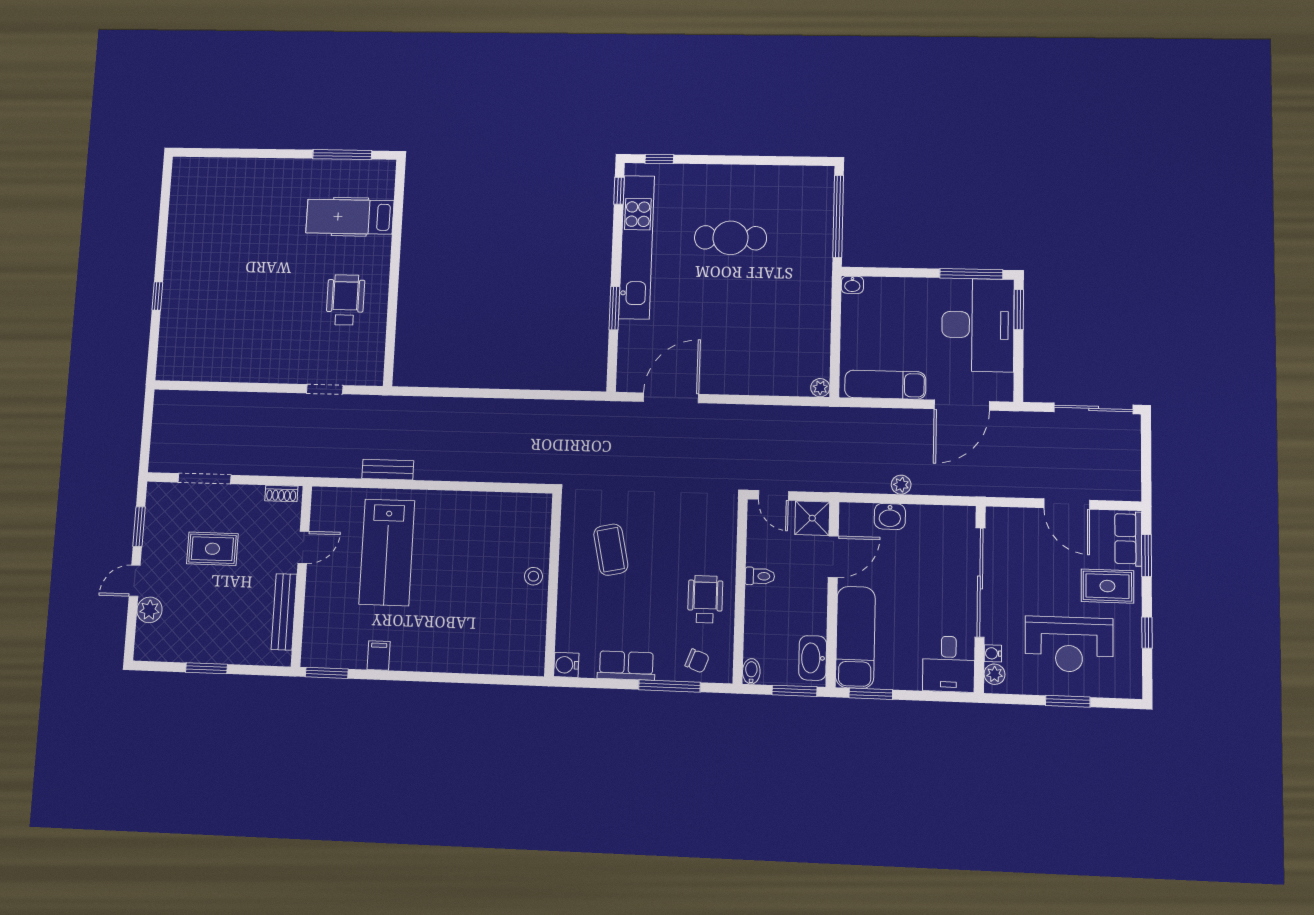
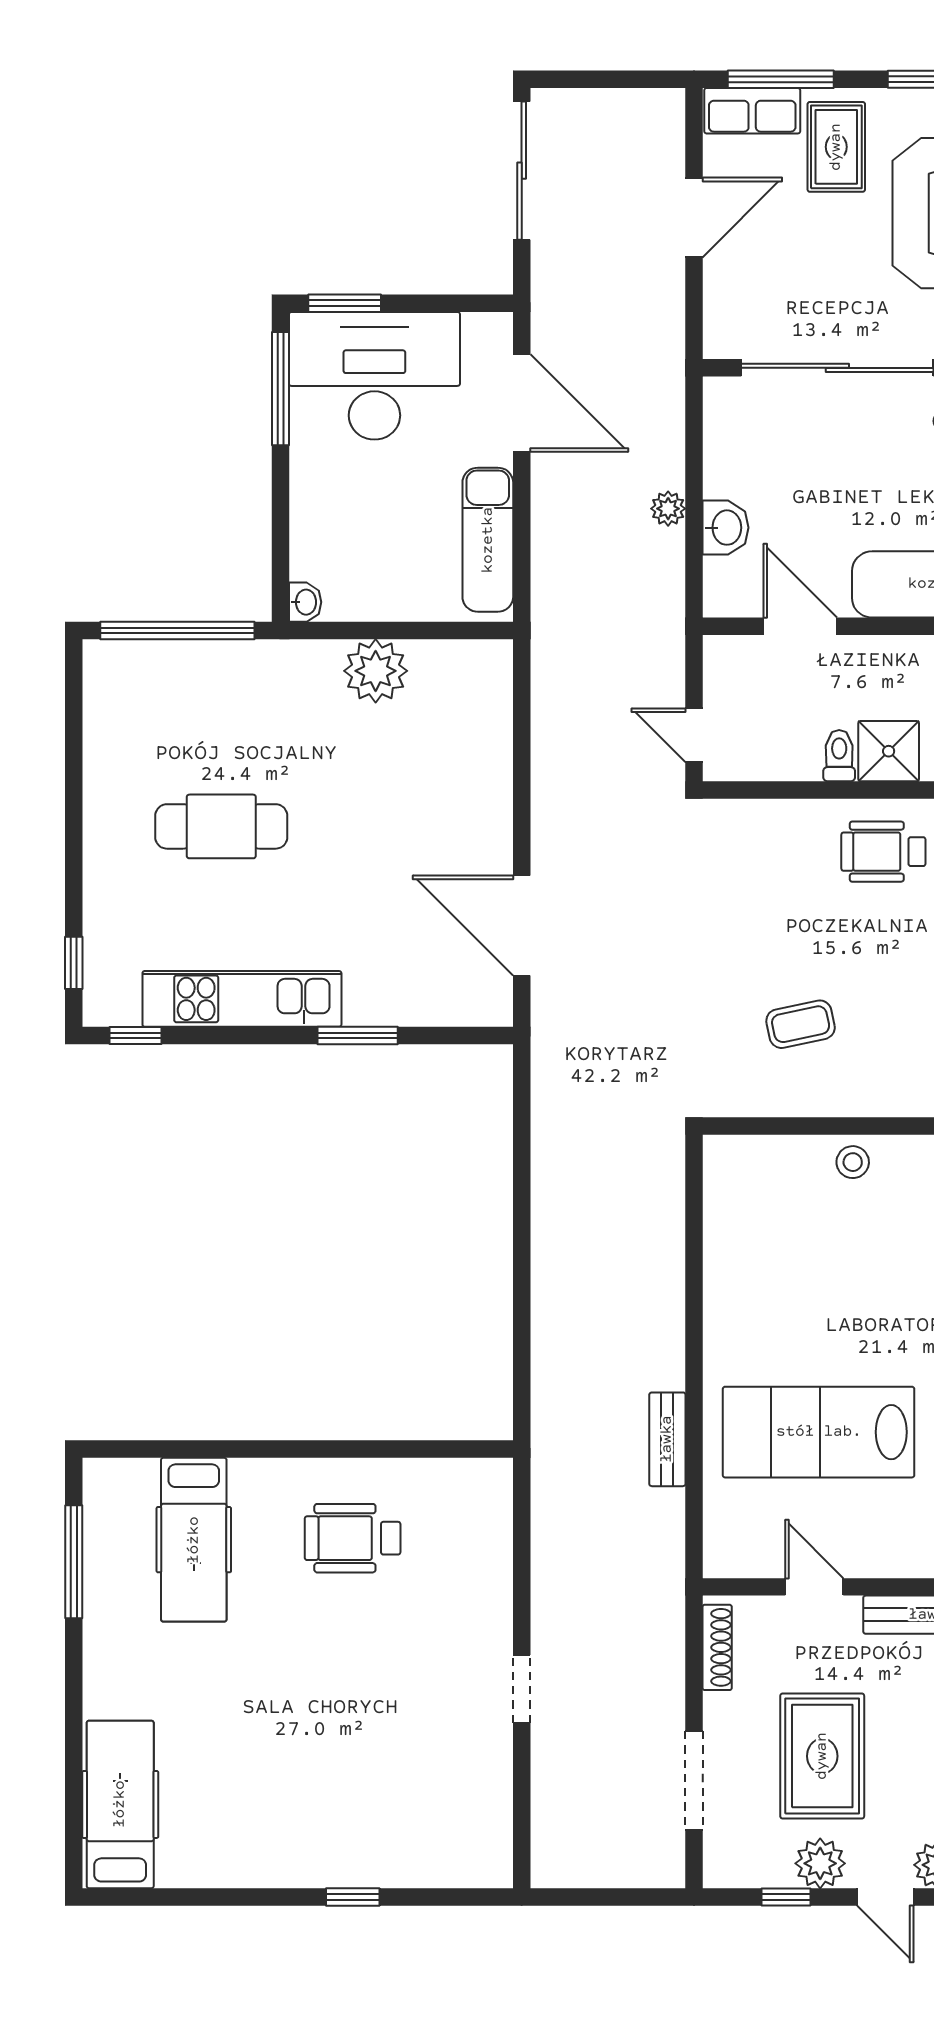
hospital bed: (215, 177) -> (120, 1804), added
cafe table: (730, 238) -> (221, 826), turned 90
kitchen unit: (637, 247) -> (242, 999), width x0.73
plant: (820, 388) -> (376, 671), moved, width x1.88, depth x1.88
doorway: (325, 389) -> (522, 1689), moved
shoe rack: (281, 493) -> (717, 1647), width x1.43
door: (773, 495) -> (694, 735), swing flipped
shower: (812, 518) -> (889, 751), moved
window: (139, 527) -> (786, 1897), width x0.67
plant: (155, 546) -> (820, 1863), added
rug: (212, 549) -> (822, 1756), width x1.36, depth x1.43
coffee table: (611, 550) -> (801, 1024), width x0.73, depth x0.77
lab bench: (387, 552) -> (819, 1432), turned 180
window: (1147, 556) -> (781, 79), width x1.44

